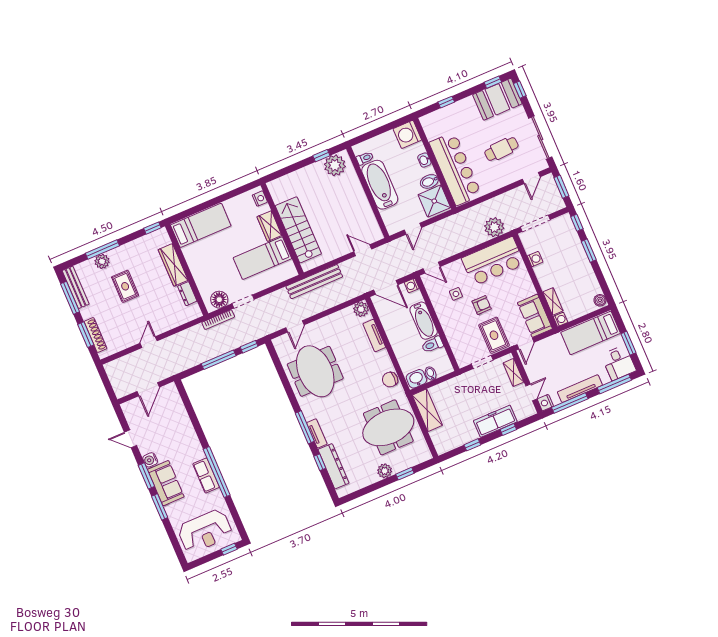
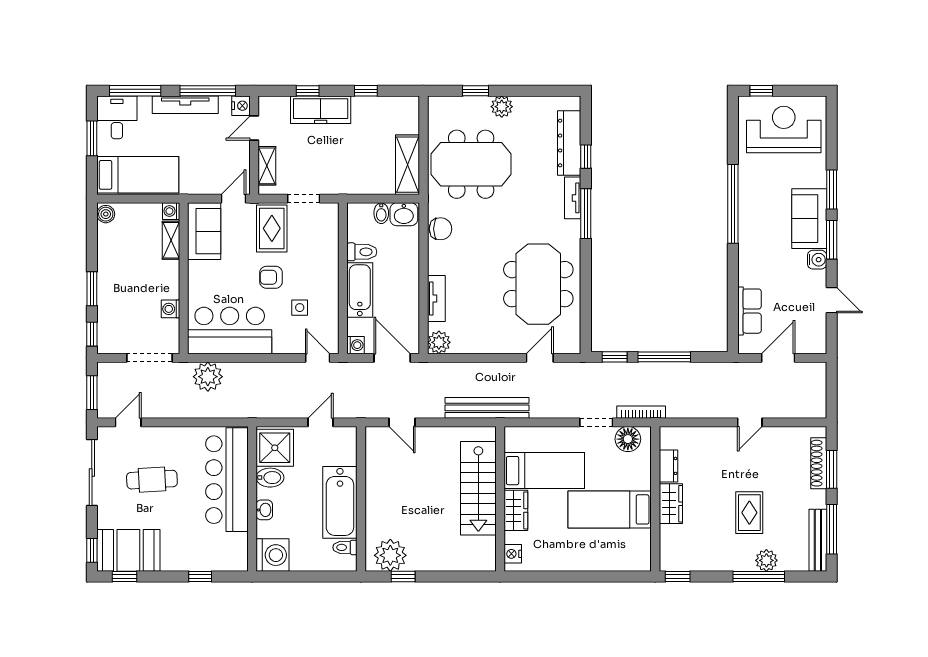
bed: (201, 225) -> (610, 509), moved
wardrobe: (173, 265) -> (671, 504), width x0.67
row of seats: (206, 475) -> (749, 311), moved

